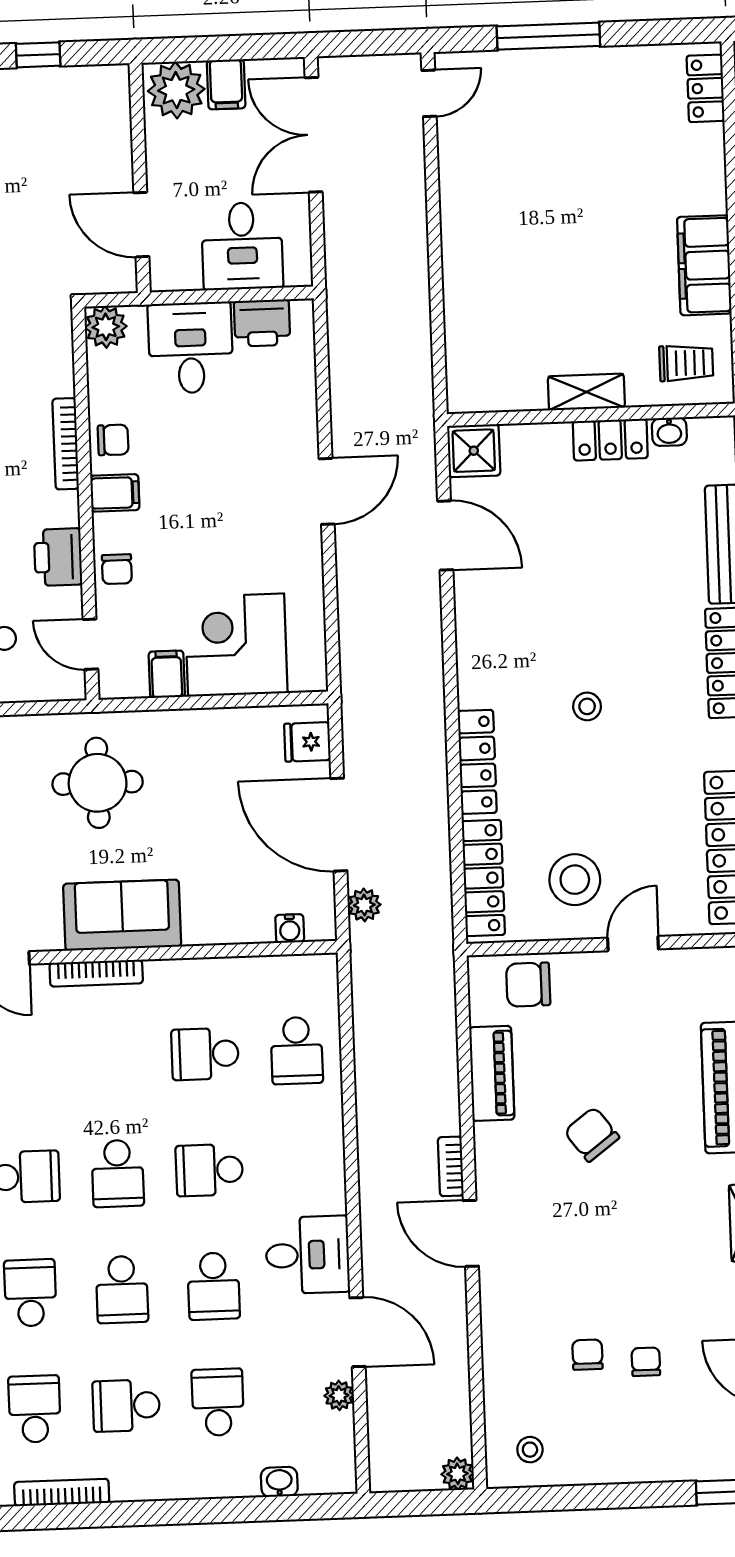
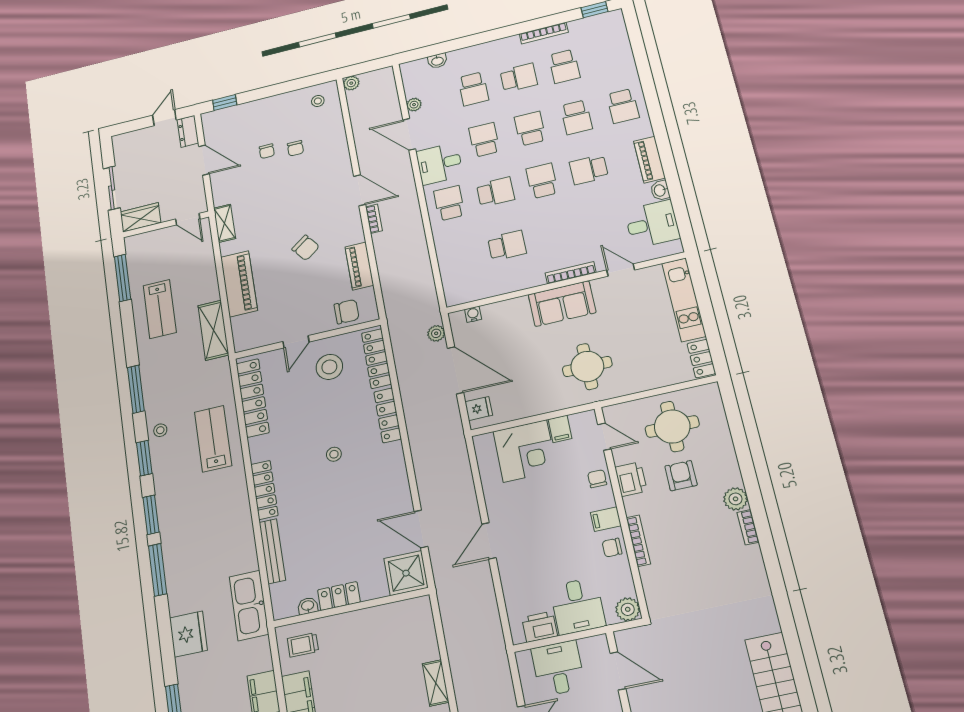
shelving: (586, 392) -> (436, 683), moved, turned 90
shower: (474, 451) -> (406, 573), width x1.36, depth x1.36
school desk: (297, 1051) -> (449, 203), moved

